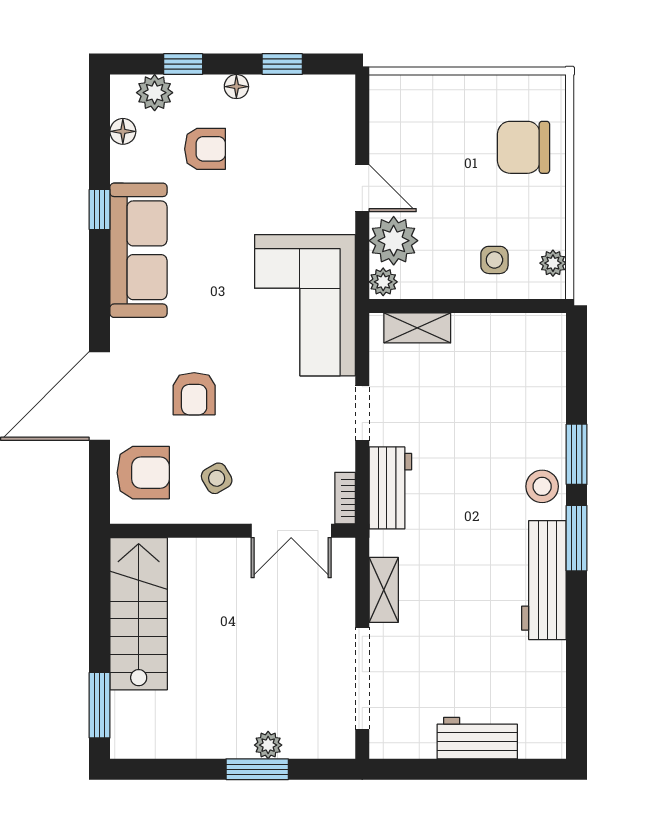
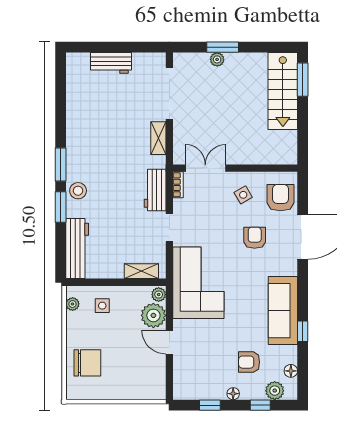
armchair: (143, 473) -> (281, 198), turned 90
workbench: (544, 580) -> (77, 249), moved
stairs: (139, 614) -> (283, 91), moved

